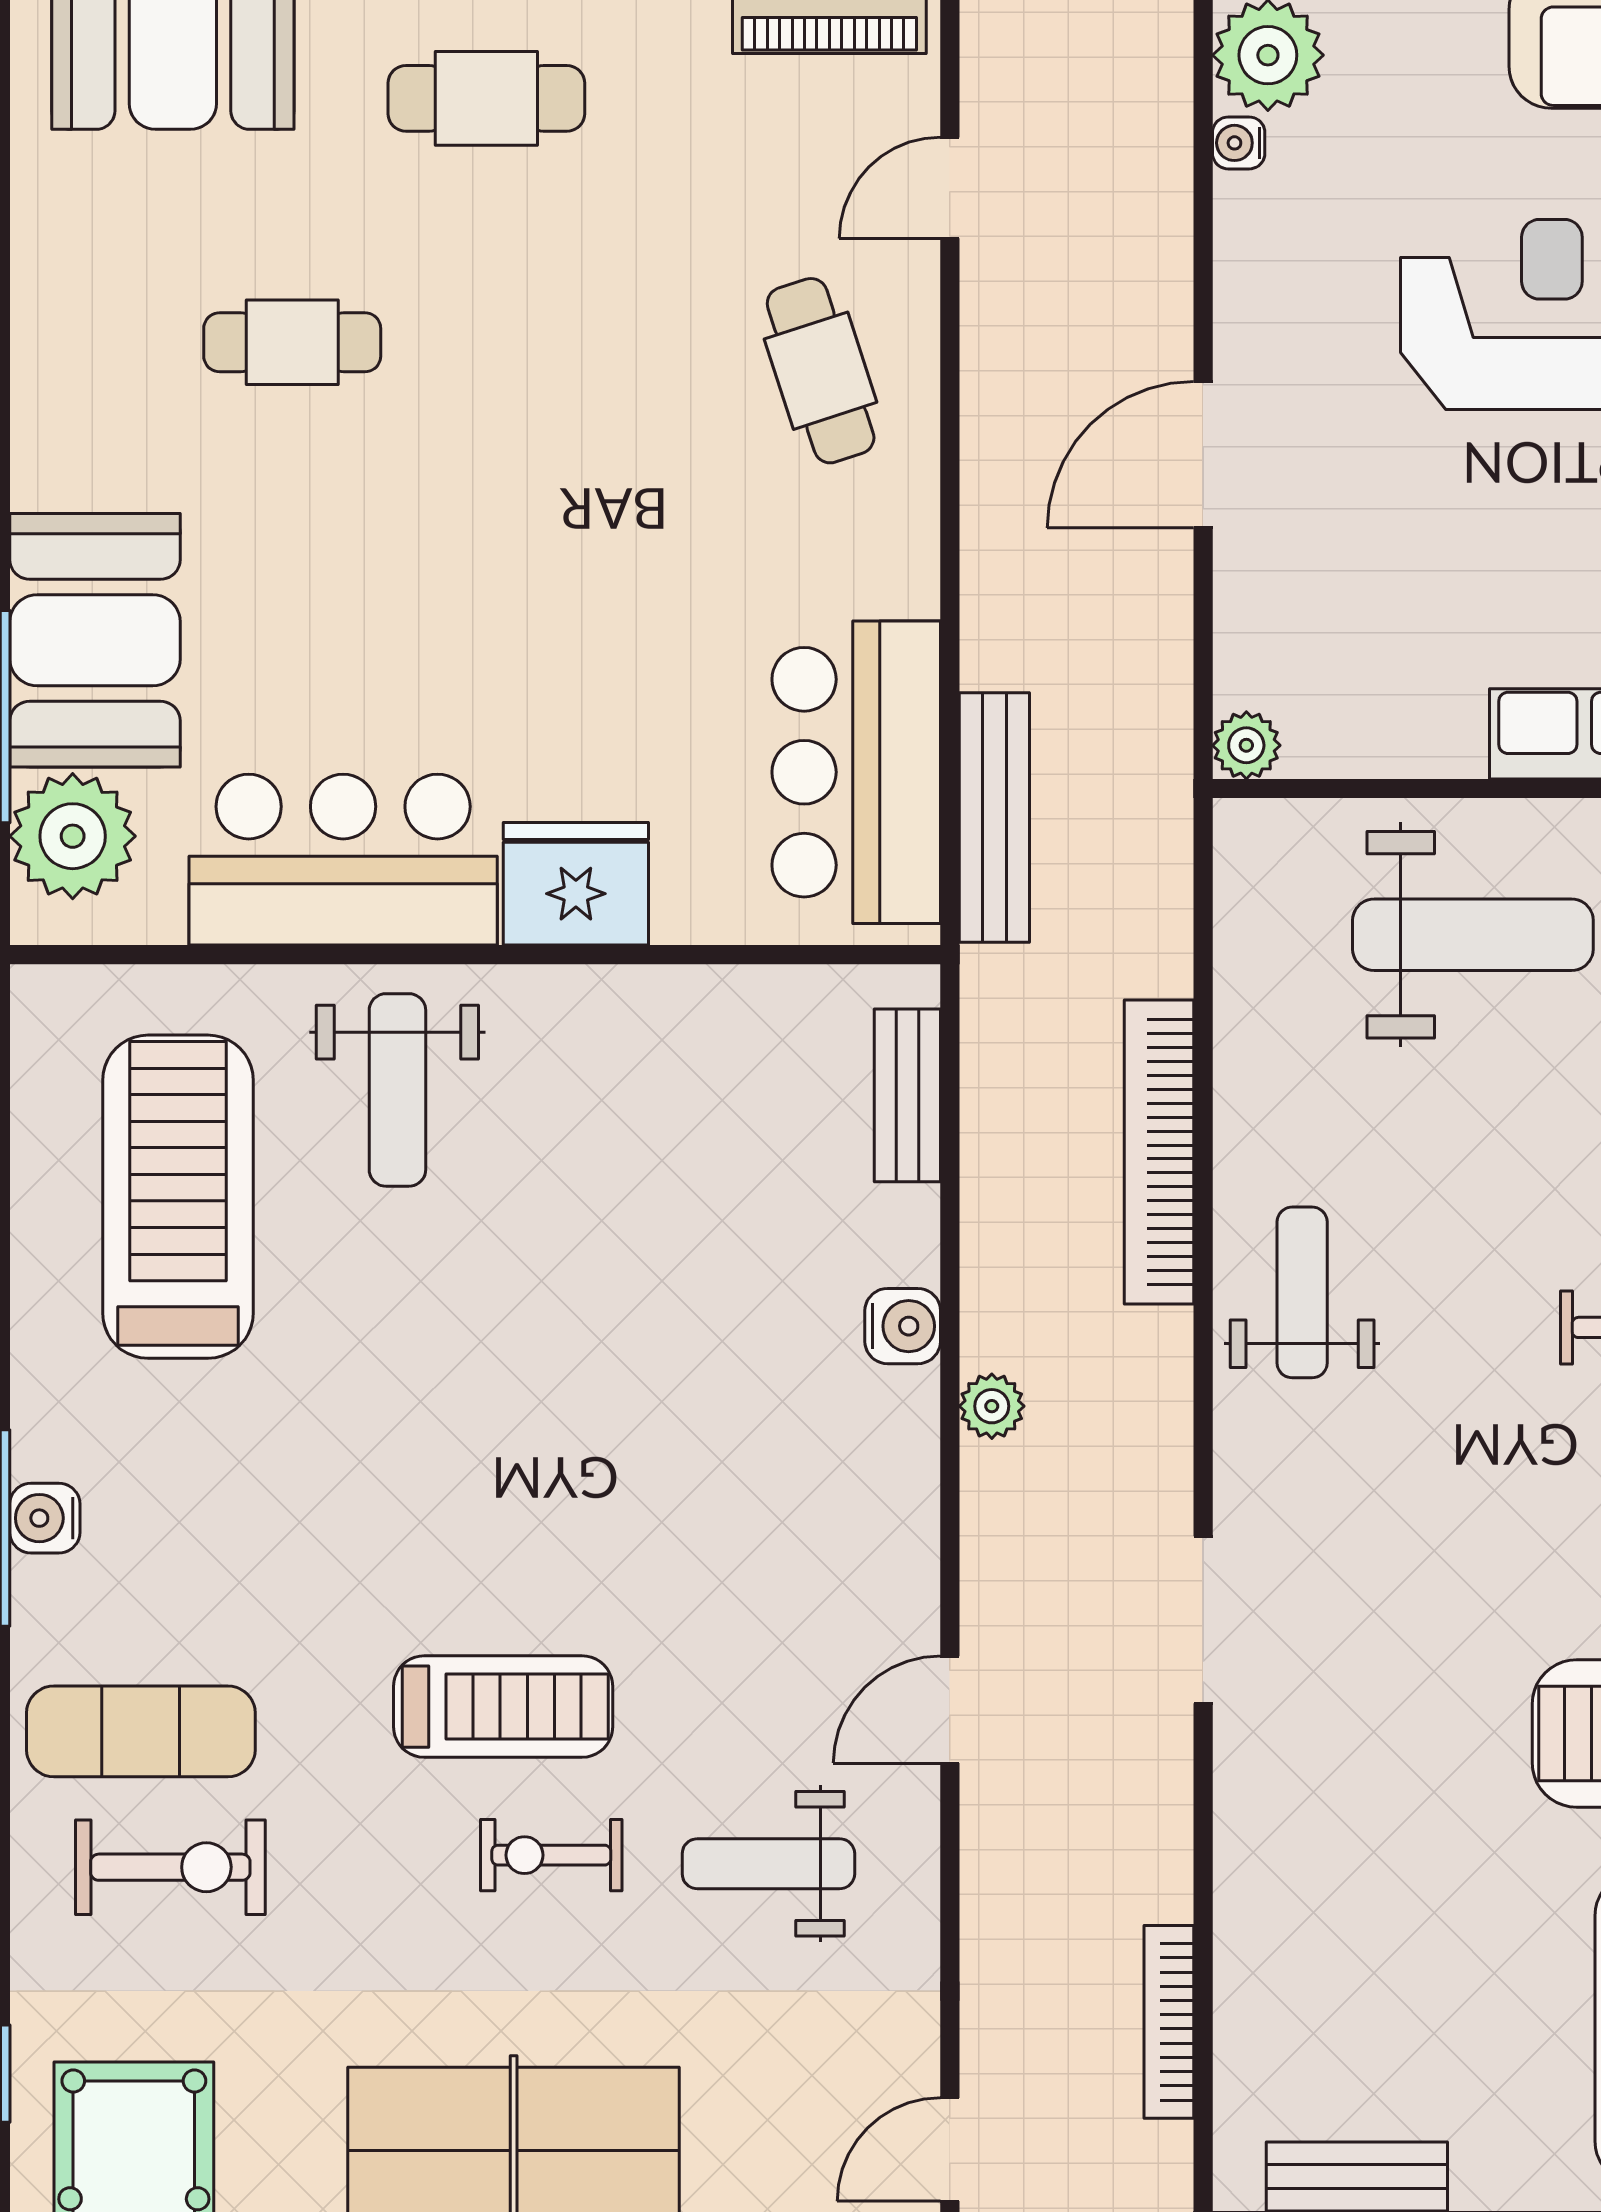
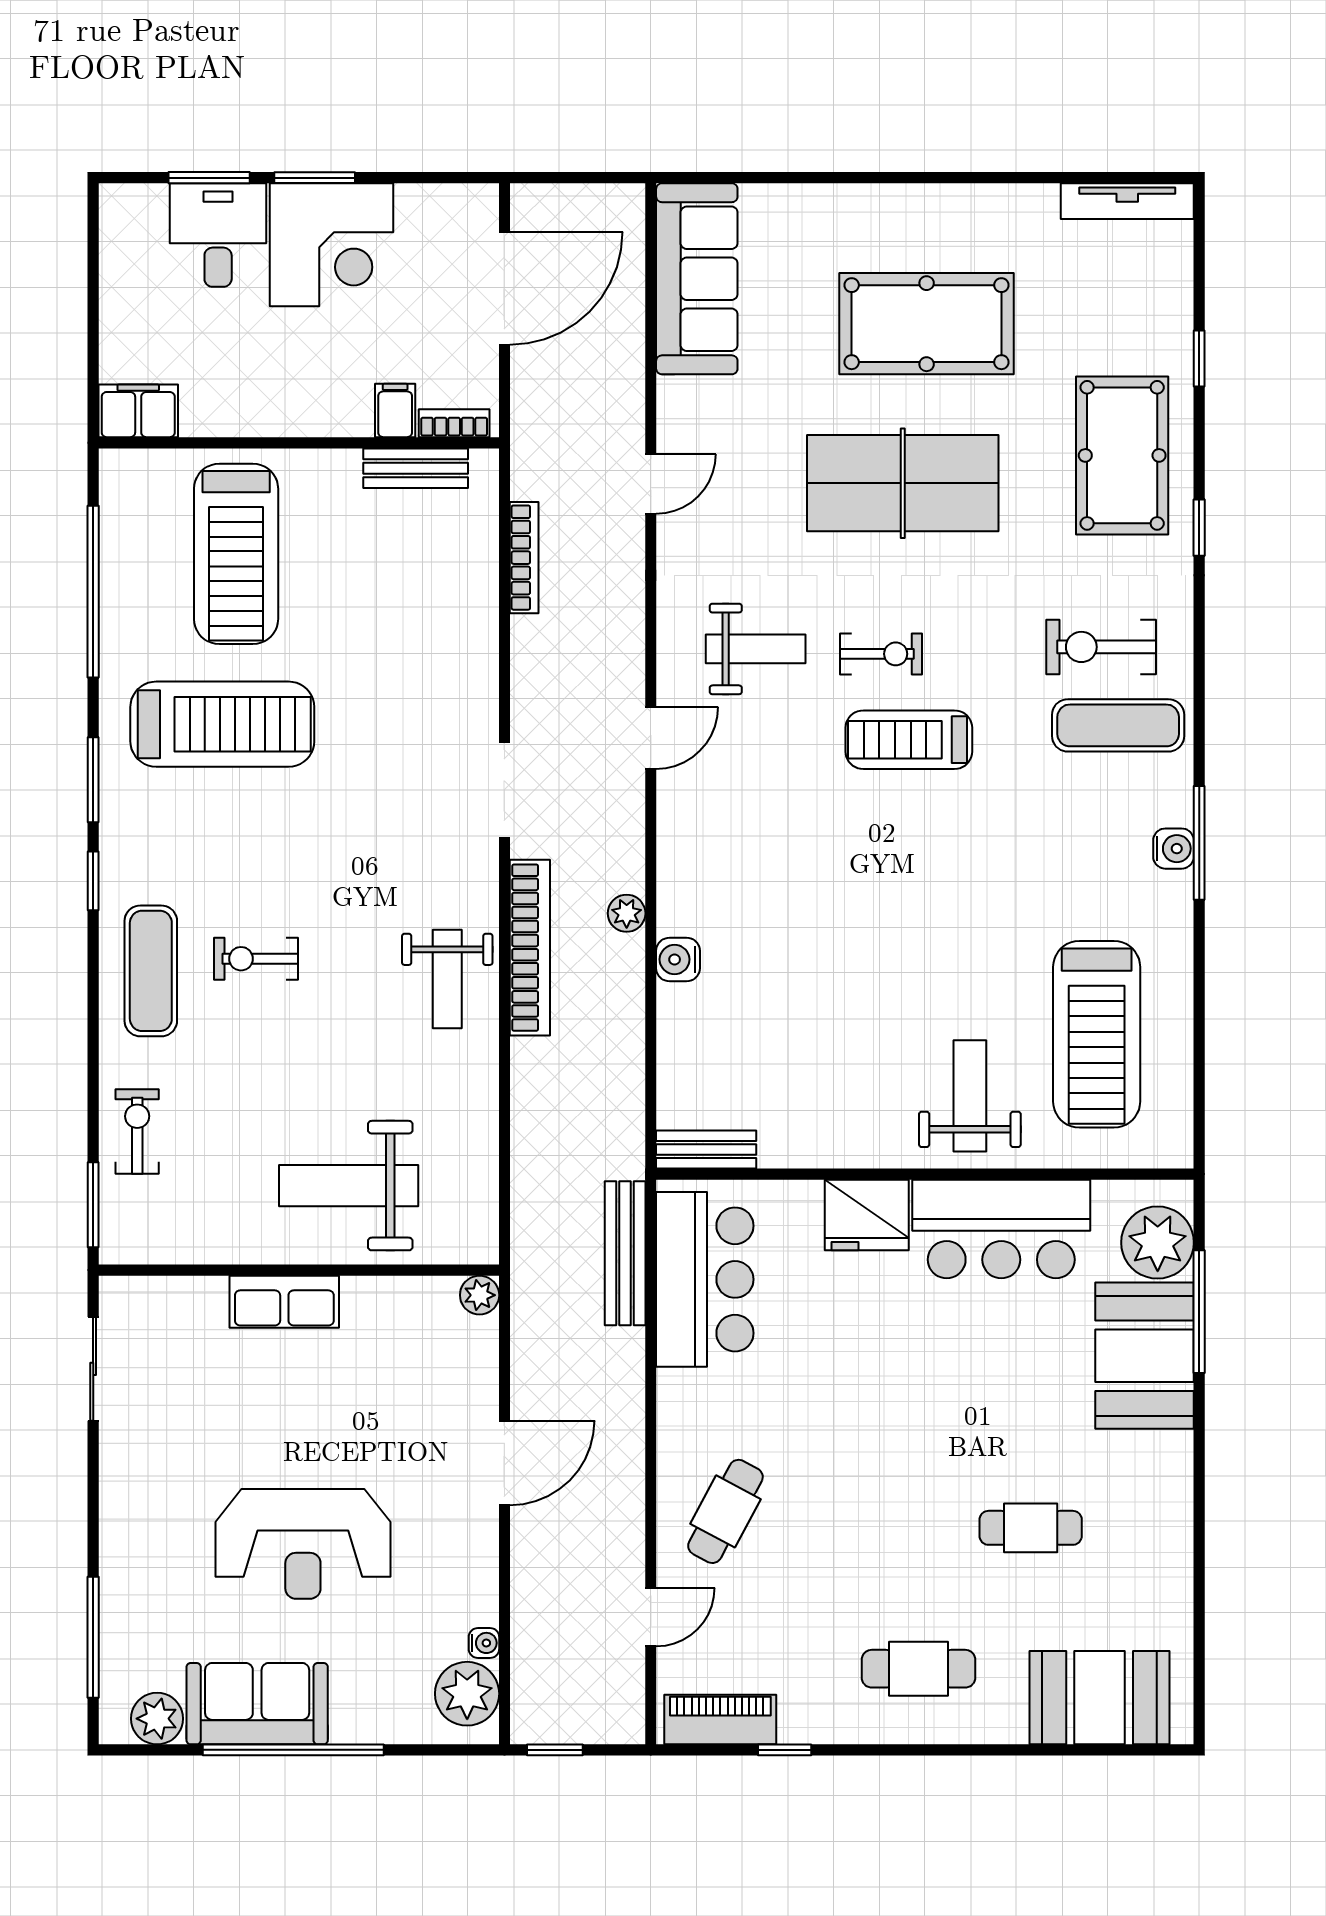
cafe table: (821, 371) -> (725, 1511), turned 46
bench: (907, 1095) -> (706, 1150), moved, turned 90
bookcase: (1159, 1152) -> (530, 948), moved

